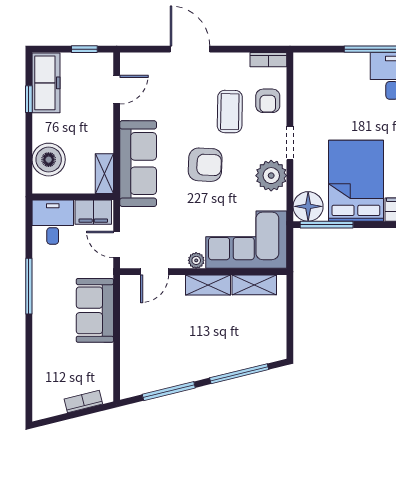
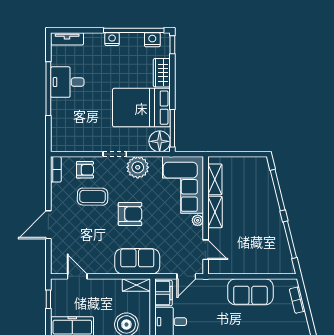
sofa: (138, 164) -> (137, 261), width x0.73
armchair: (205, 165) -> (130, 214), turned 87
sofa: (95, 310) -> (250, 292), moved

